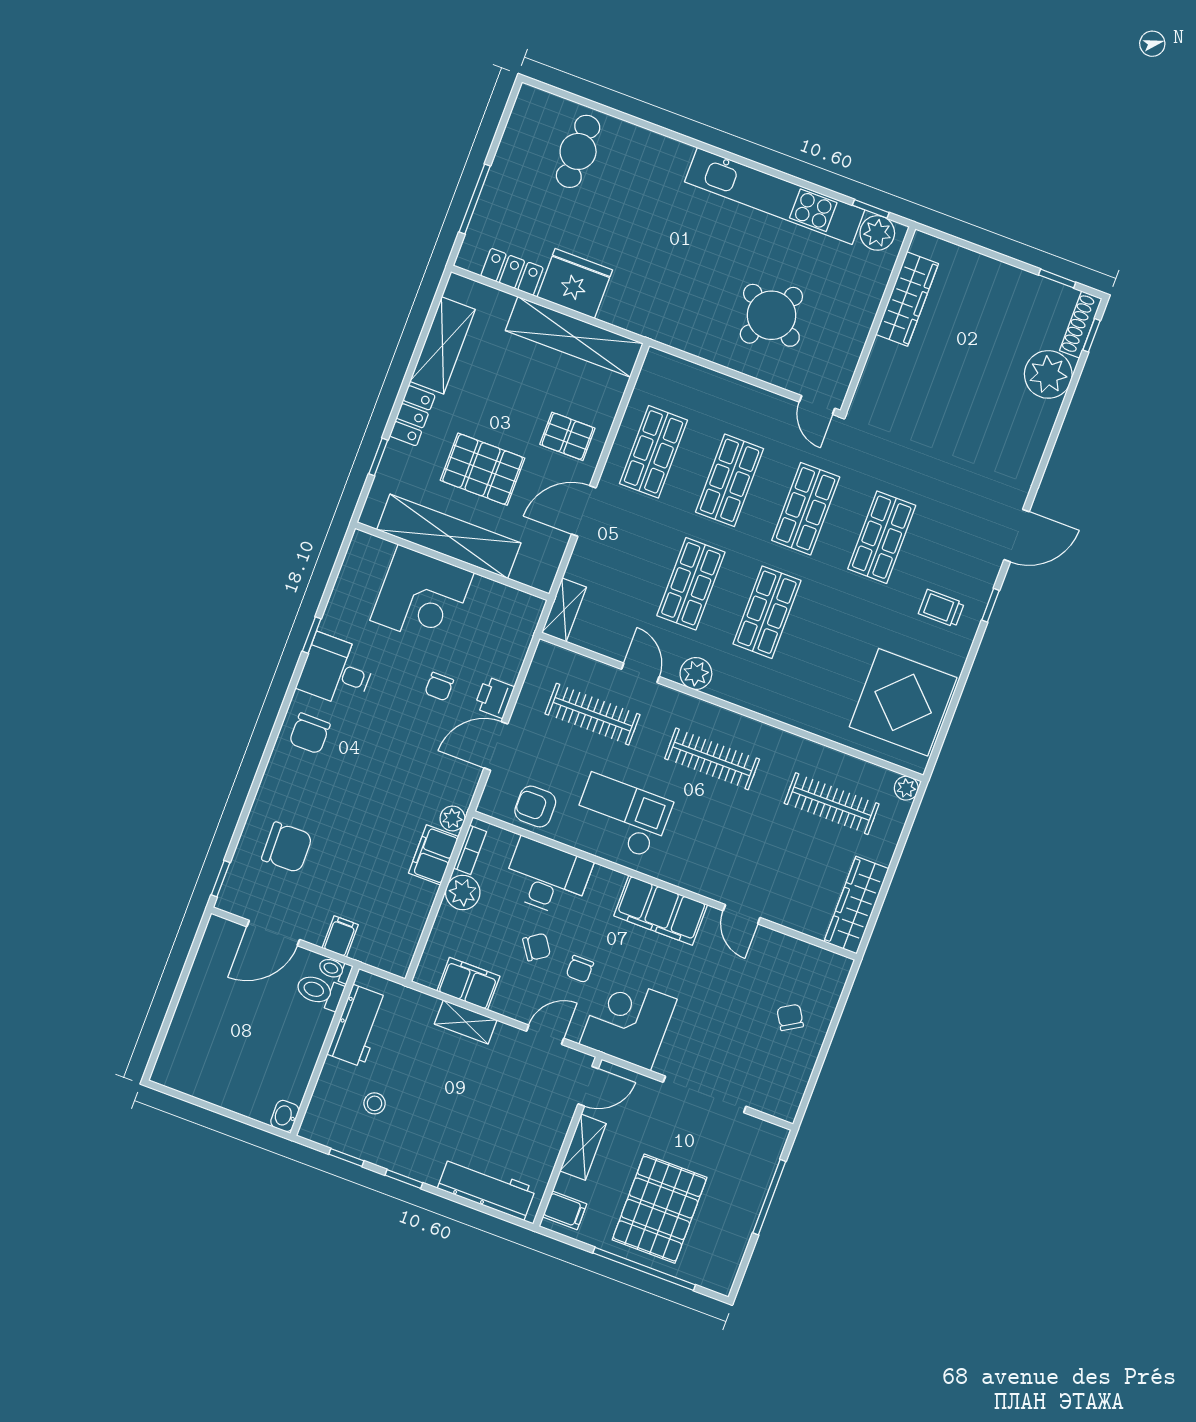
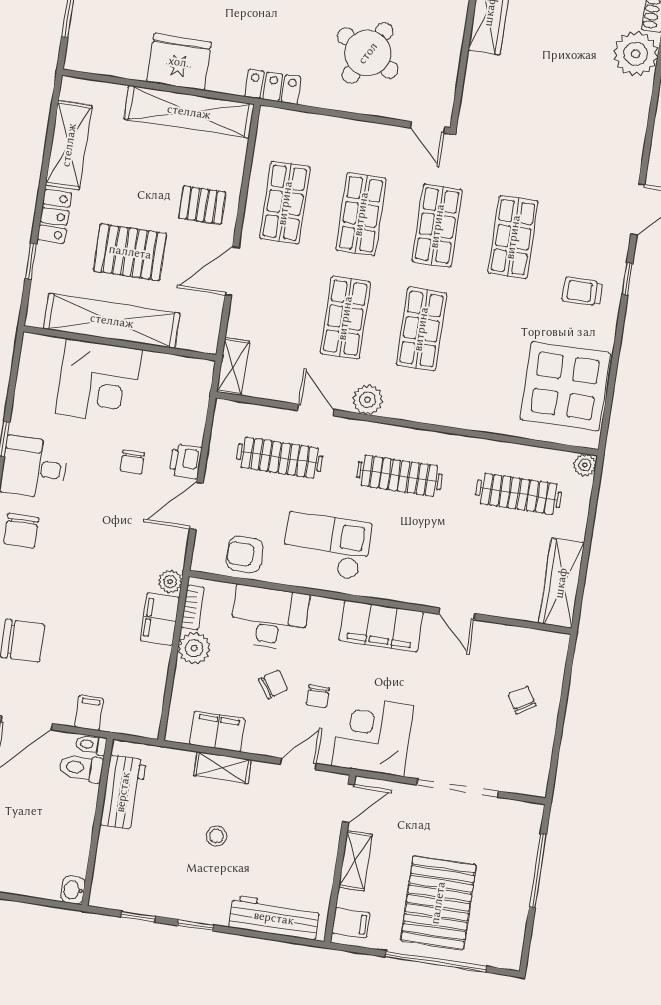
locker: (512, 272) -> (273, 87), moved
stool: (375, 1103) -> (216, 836), moved

